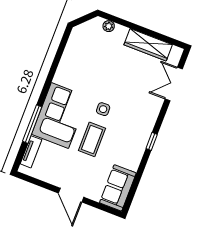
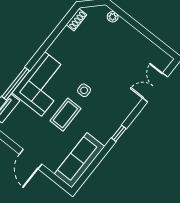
shoe rack: (73, 40) -> (76, 20), added
wardrobe: (148, 45) -> (143, 45), removed
sofa: (118, 188) -> (79, 160), width x1.36

